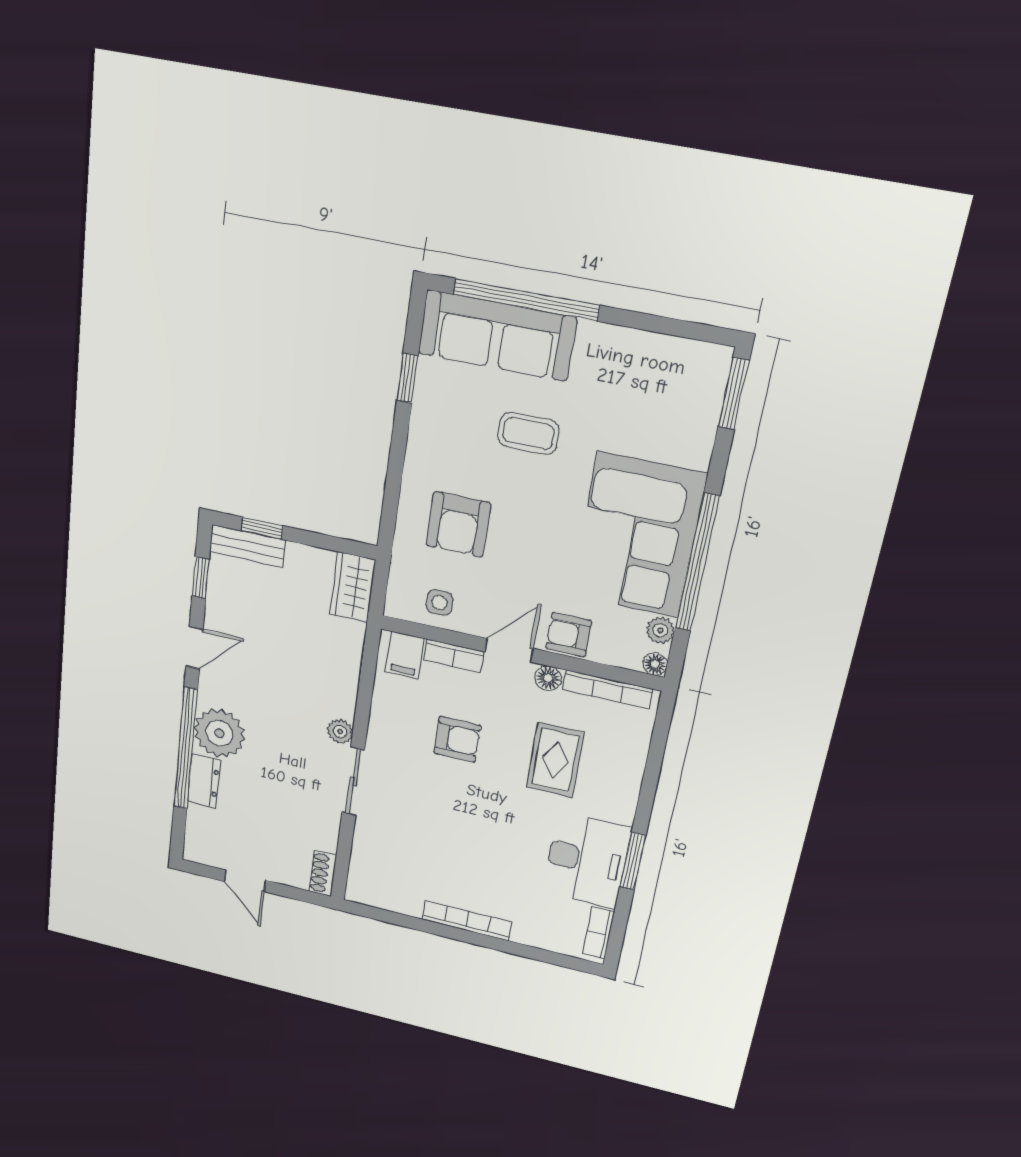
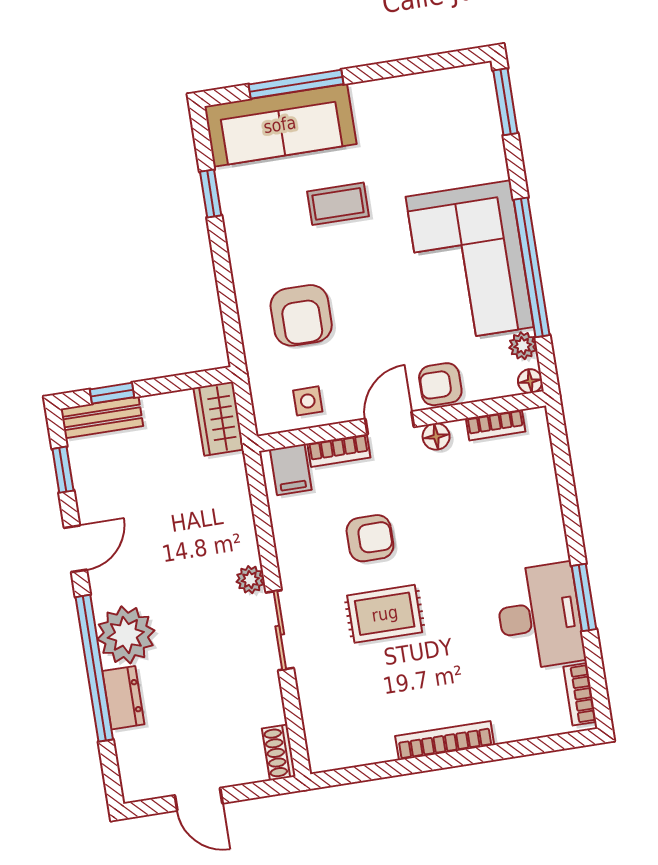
window: (526, 300) -> (296, 84), width x0.68
bookcase: (607, 689) -> (496, 425), width x0.64
rug: (555, 760) -> (385, 614), moved, turned 90

